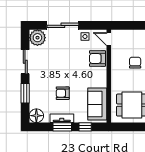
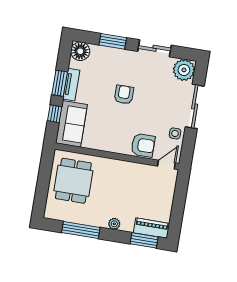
armchair: (97, 58) -> (143, 145), turned 90
chair: (135, 63) -> (129, 194), removed
armchair: (63, 93) -> (124, 95), moved
sofa: (97, 104) -> (71, 124), moved, turned 90

